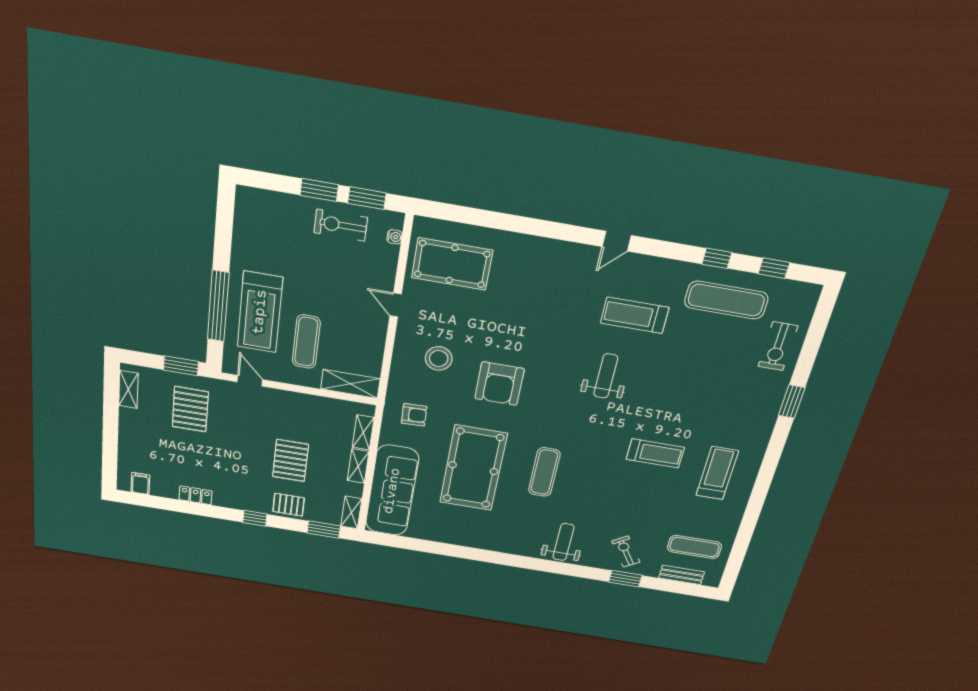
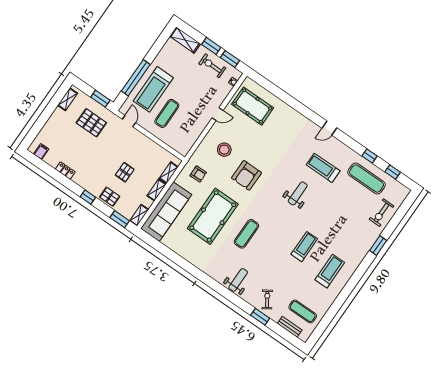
door: (396, 305) -> (218, 114), swing flipped
shelving: (350, 384) -> (185, 40), moved
pallet: (190, 409) -> (91, 123), turned 90
treadmill: (655, 453) -> (304, 247), turned -90
pallet: (291, 461) -> (125, 172), width x0.67, depth x0.71

